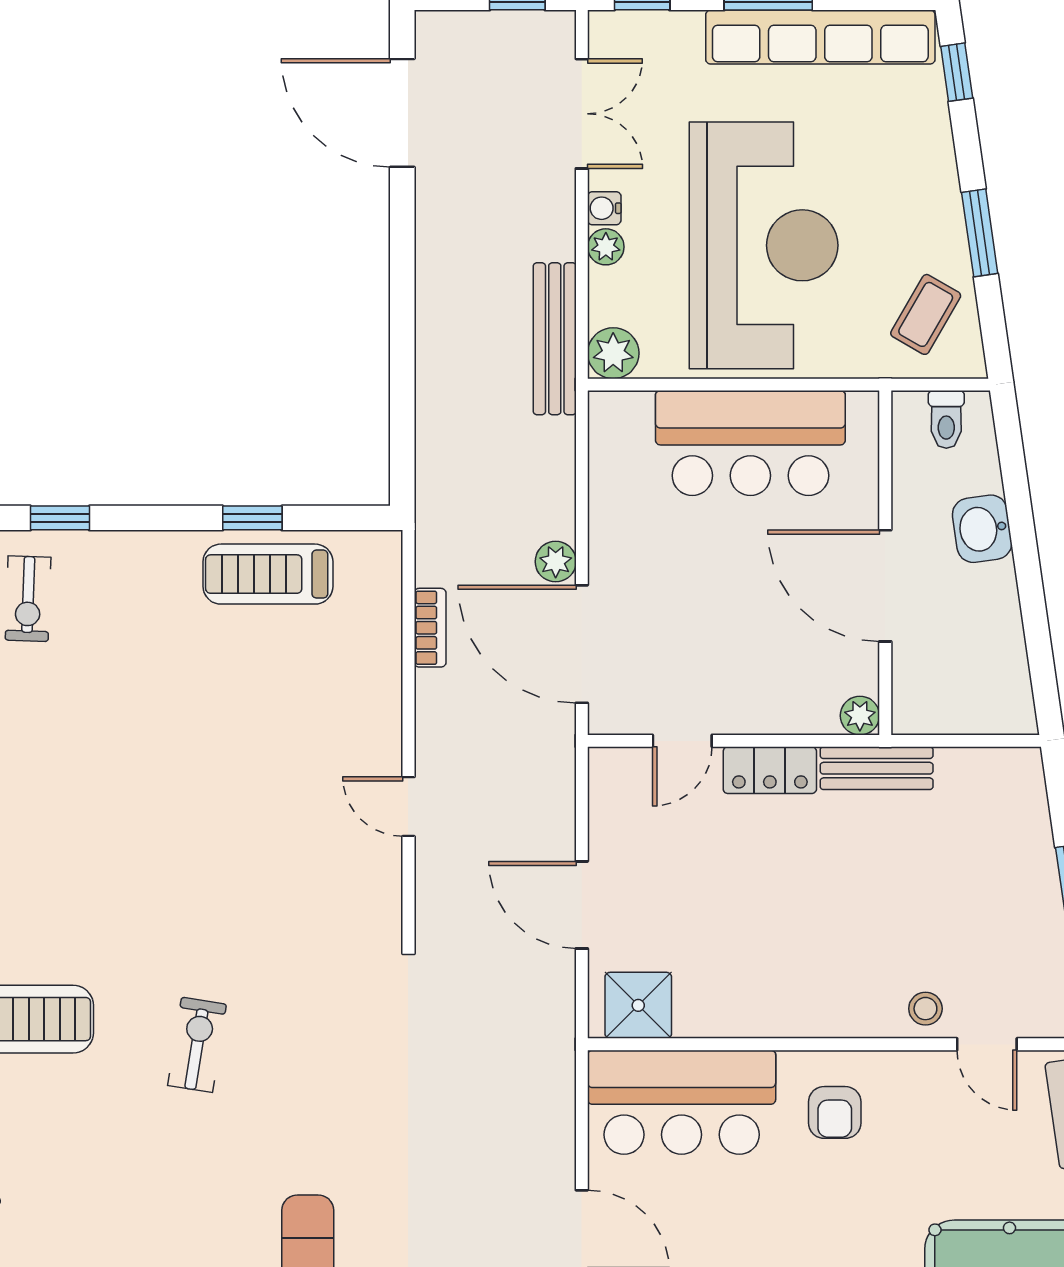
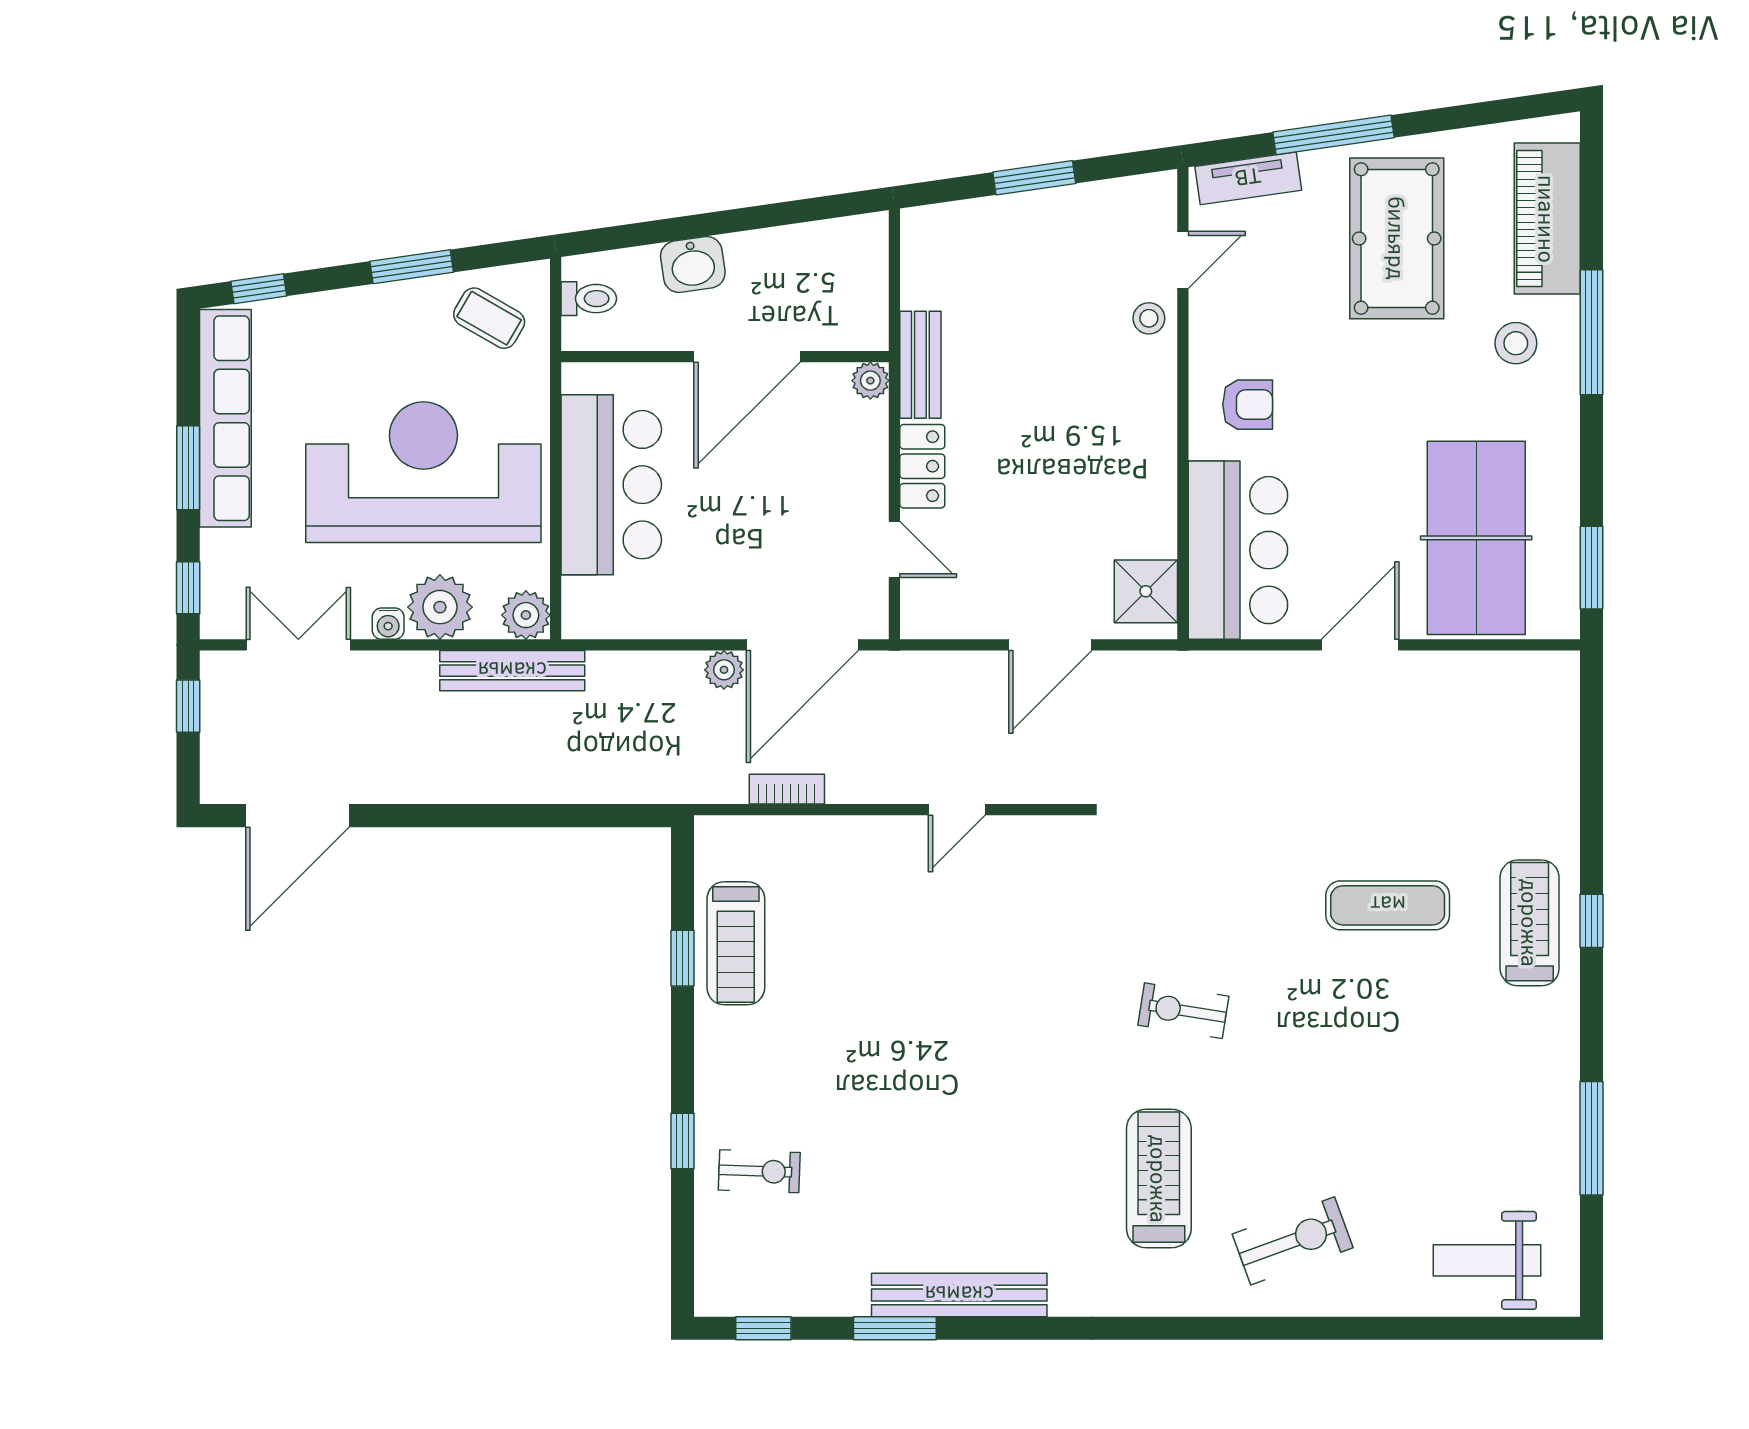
plant: (606, 247) -> (440, 607), width x1.88, depth x1.88

